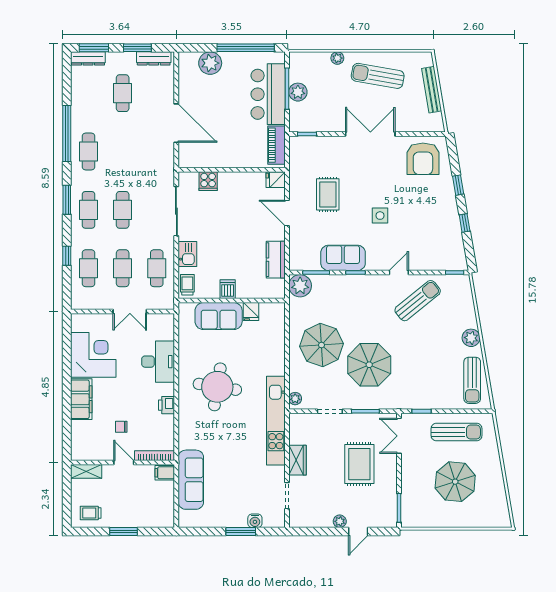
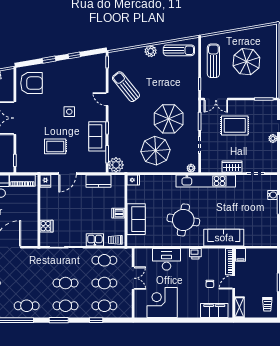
fridge: (251, 312) -> (133, 180), moved
filing cabinet: (81, 399) -> (214, 310), moved
sofa: (191, 480) -> (224, 238), moved

